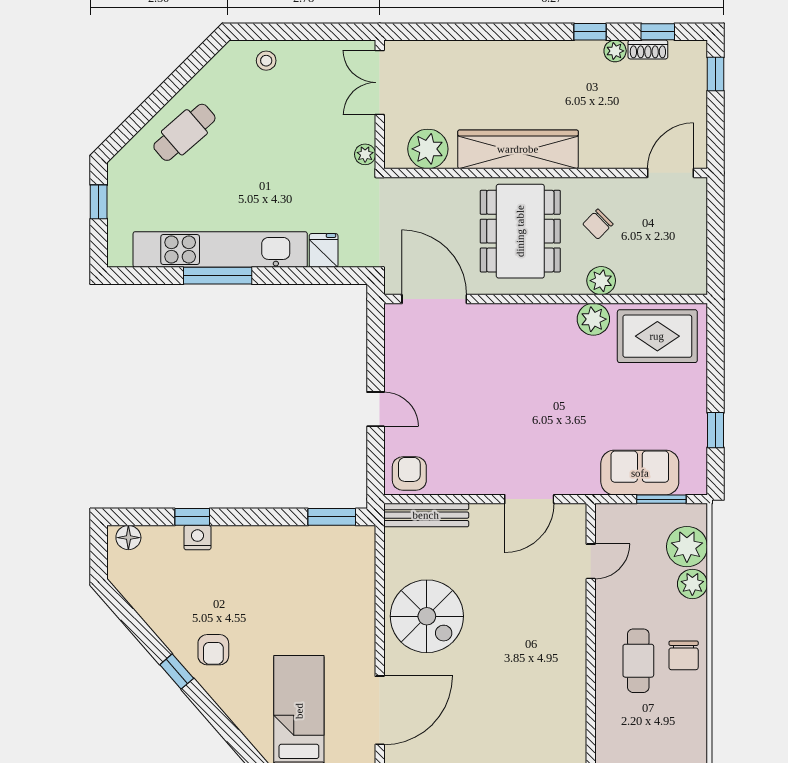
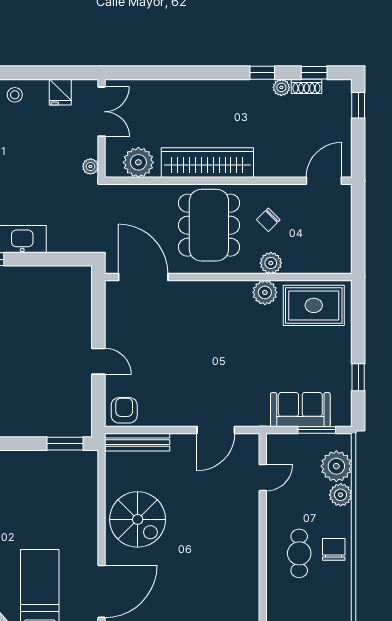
double door: (380, 83) -> (102, 112), swing flipped
fridge: (324, 250) -> (60, 92), moved, turned 180
chair: (684, 655) -> (334, 549), turned 180

